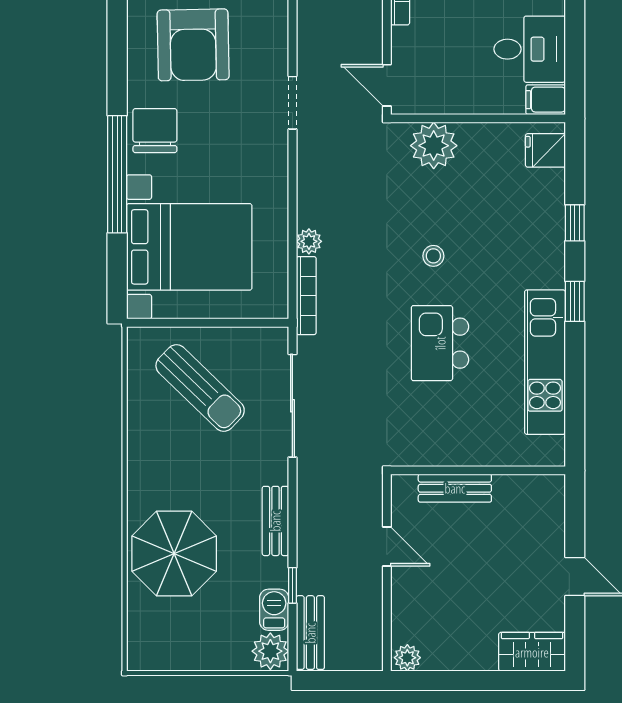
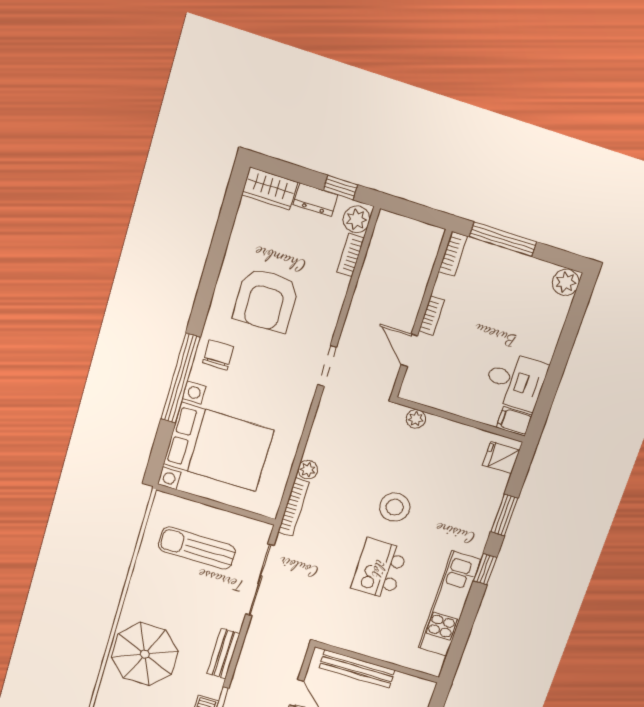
door: (387, 85) -> (409, 350), moved
chair: (155, 131) -> (218, 355), width x0.73, depth x0.73
plant: (434, 146) -> (416, 419), width x0.53, depth x0.53
window: (575, 223) -> (504, 515), width x1.50
stool: (433, 256) -> (395, 507), width x1.89, depth x1.89
sun lounger: (200, 388) -> (197, 548), turned 136
bench: (455, 488) -> (357, 669), width x1.36

